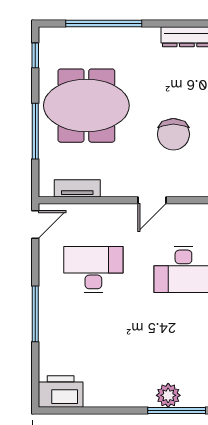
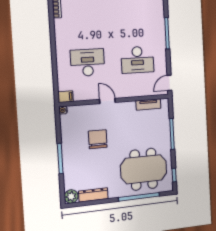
meeting table: (86, 106) -> (144, 169), moved
door: (152, 200) -> (107, 101), hinge flipped

